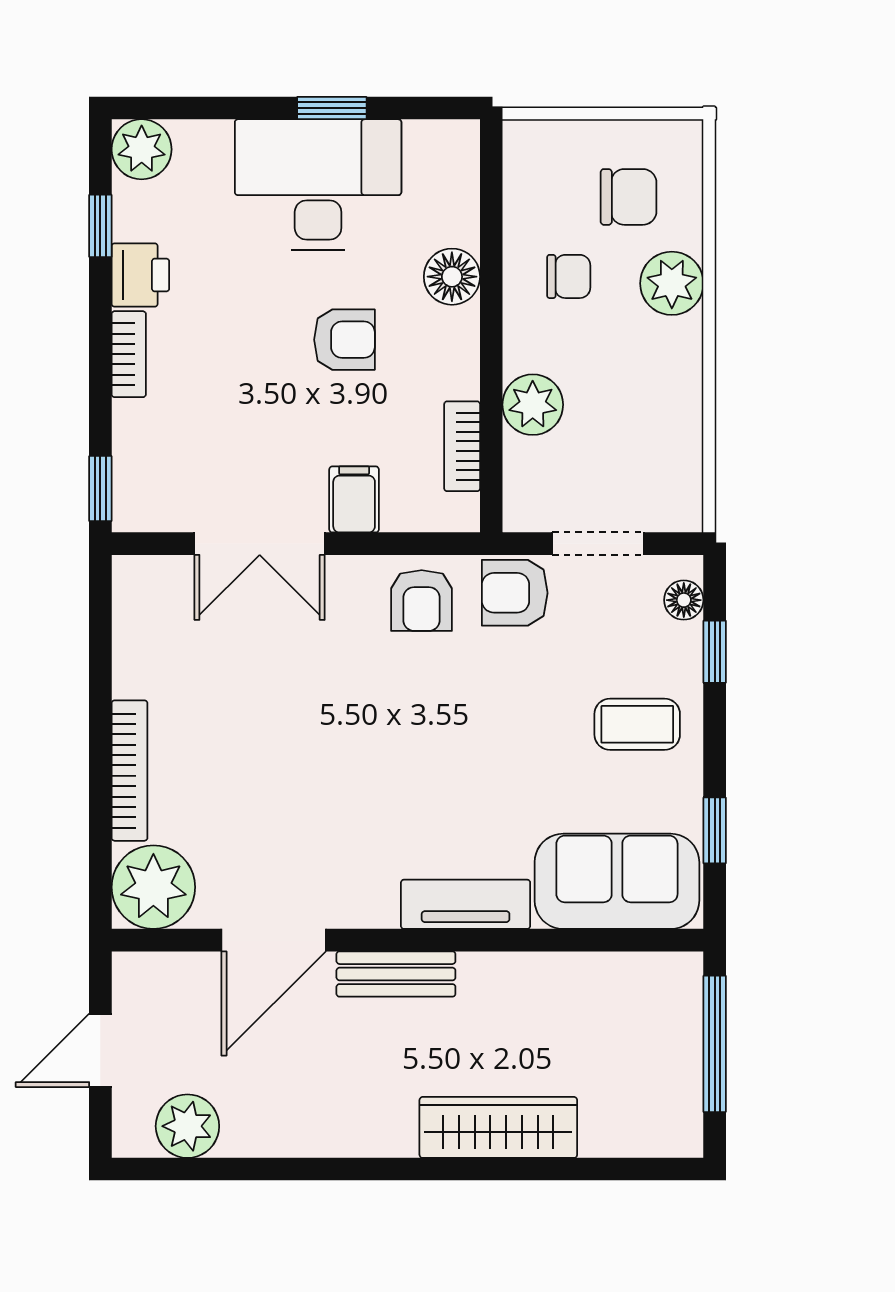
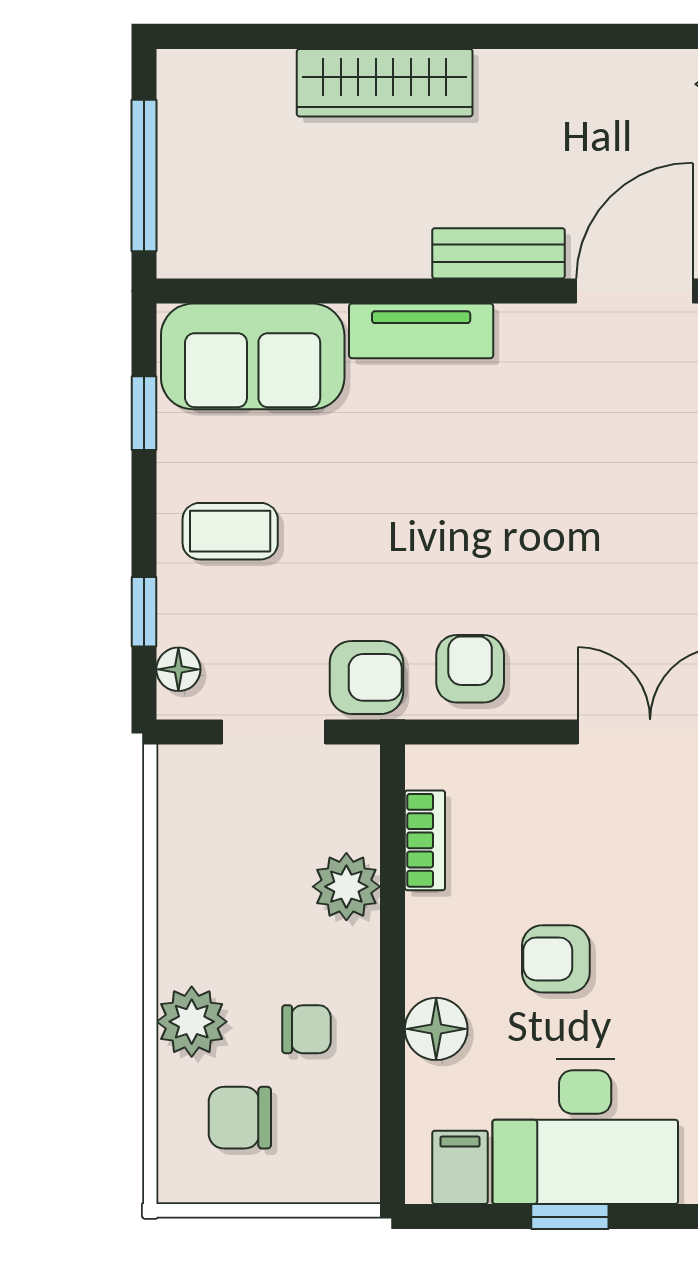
chair: (569, 276) -> (306, 1029), turned 180
filing cabinet: (354, 499) -> (460, 1167), moved, turned 180

